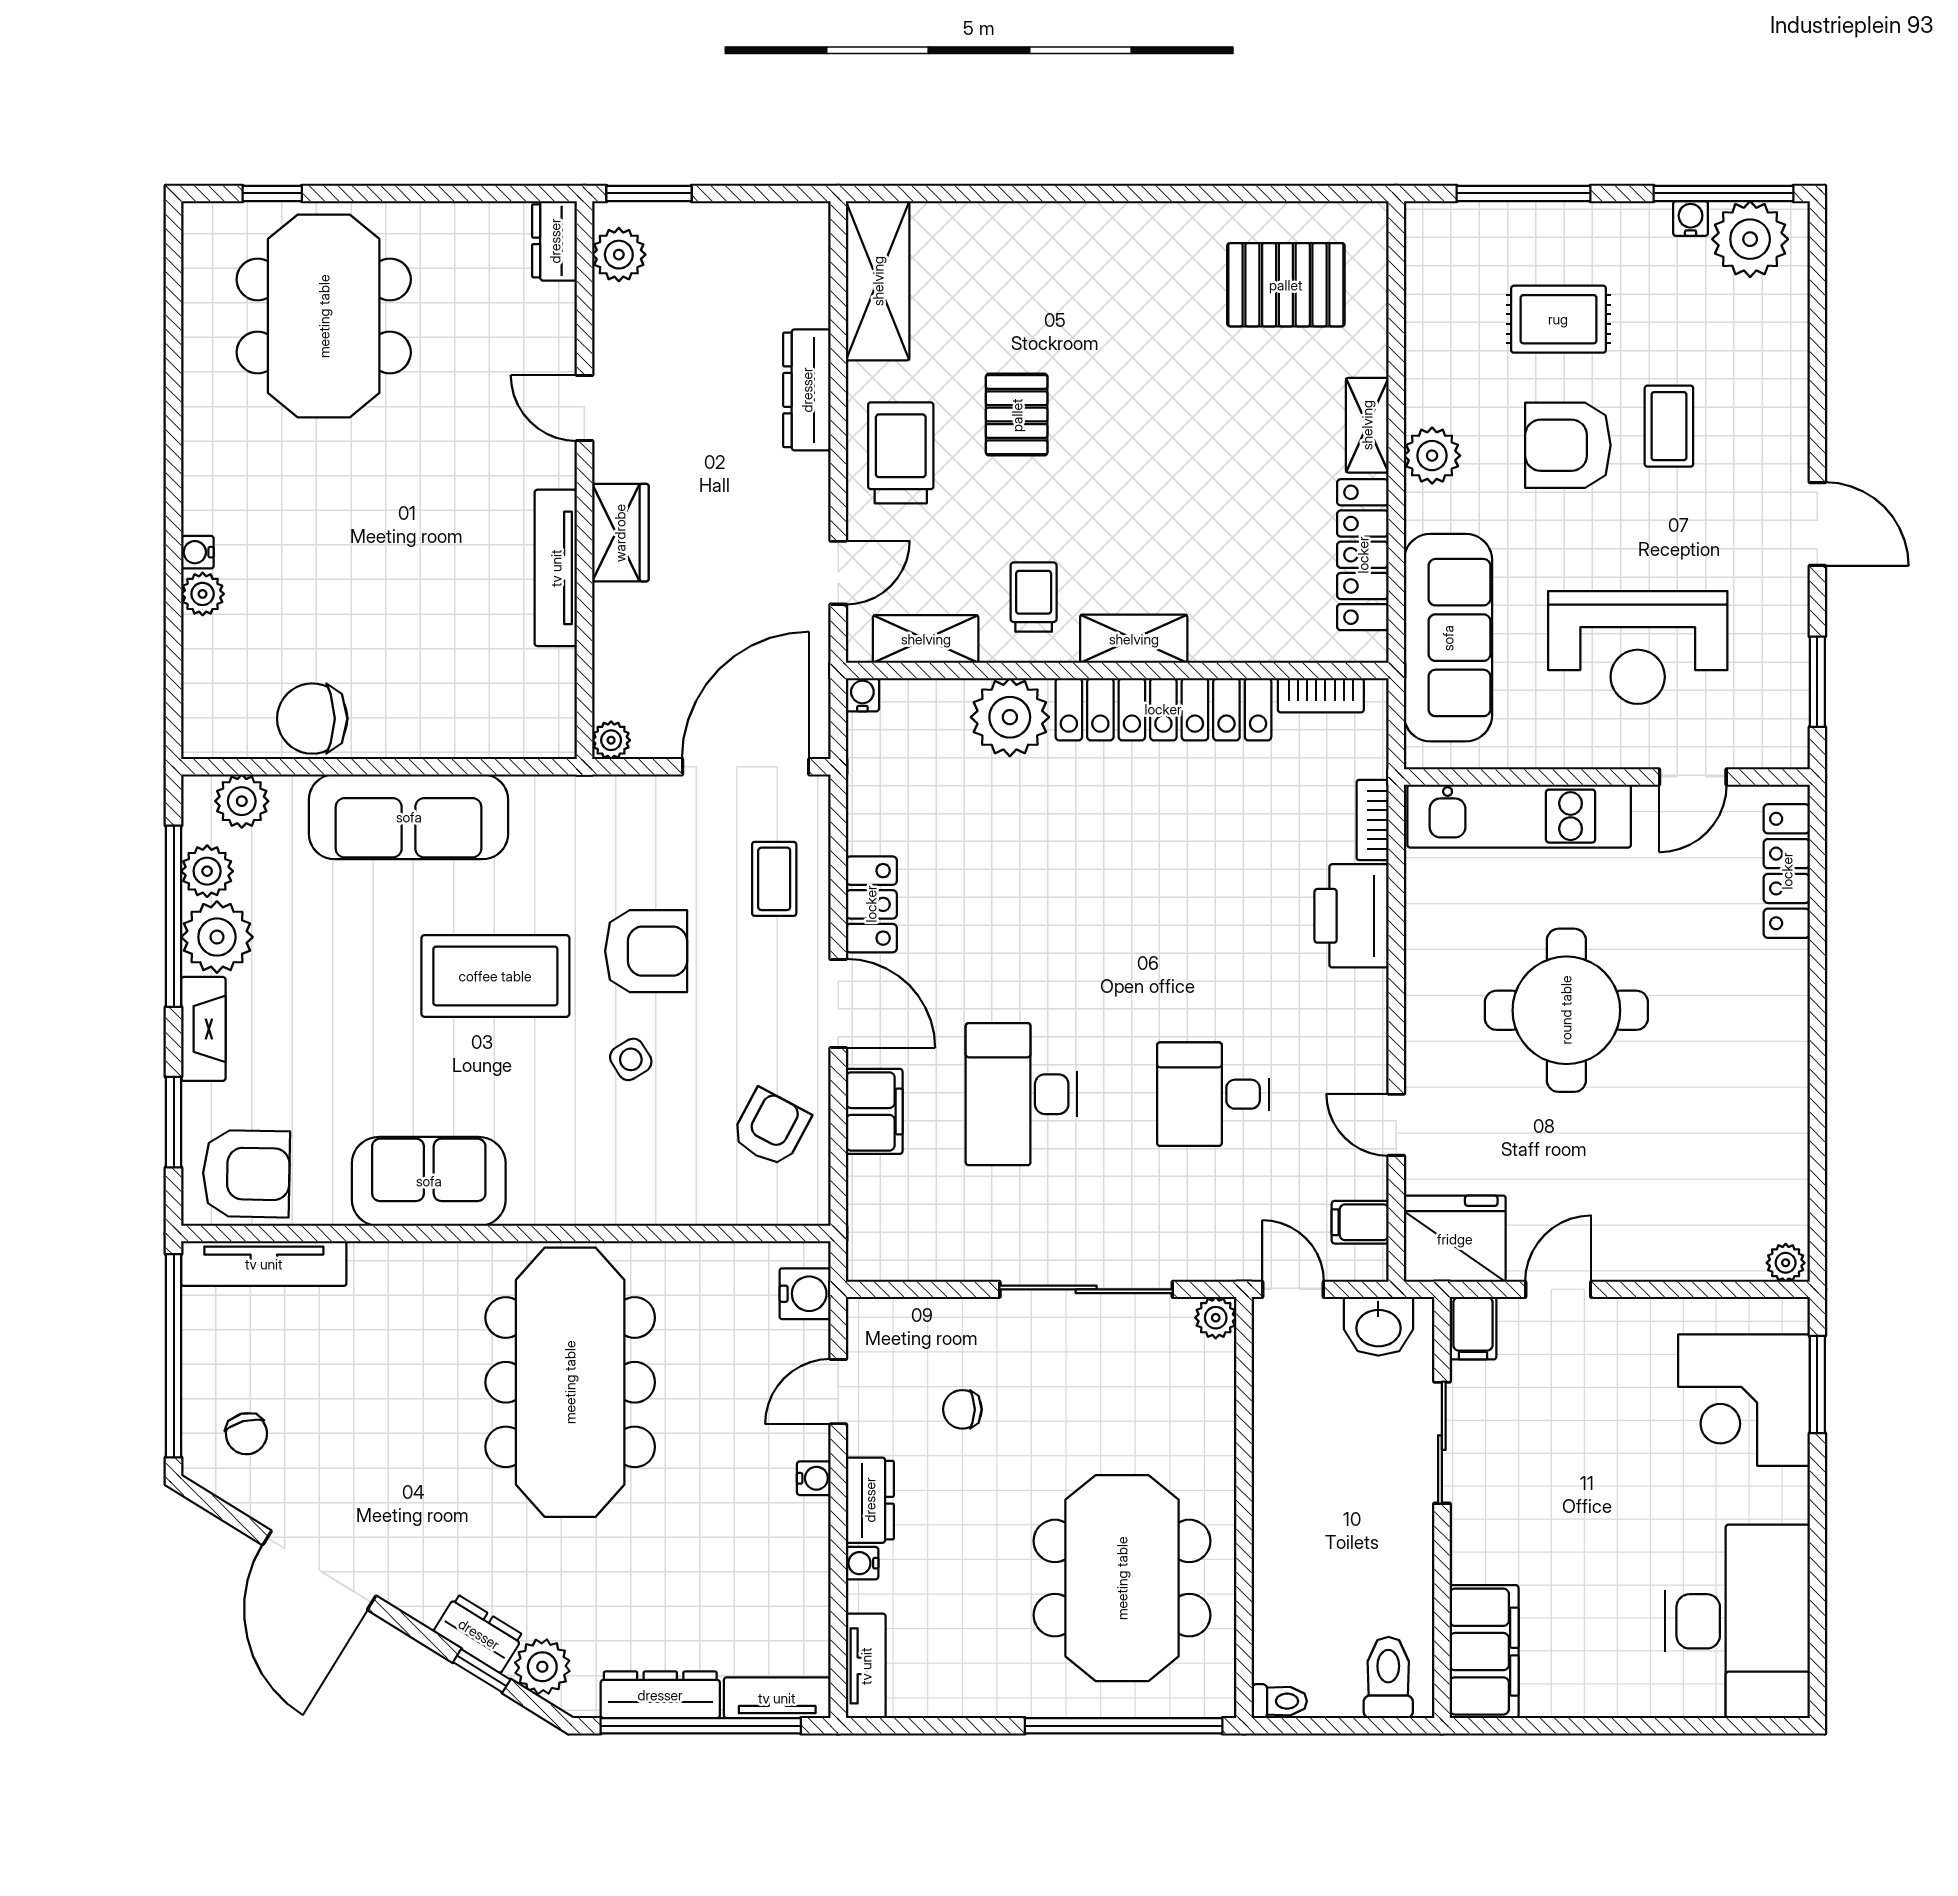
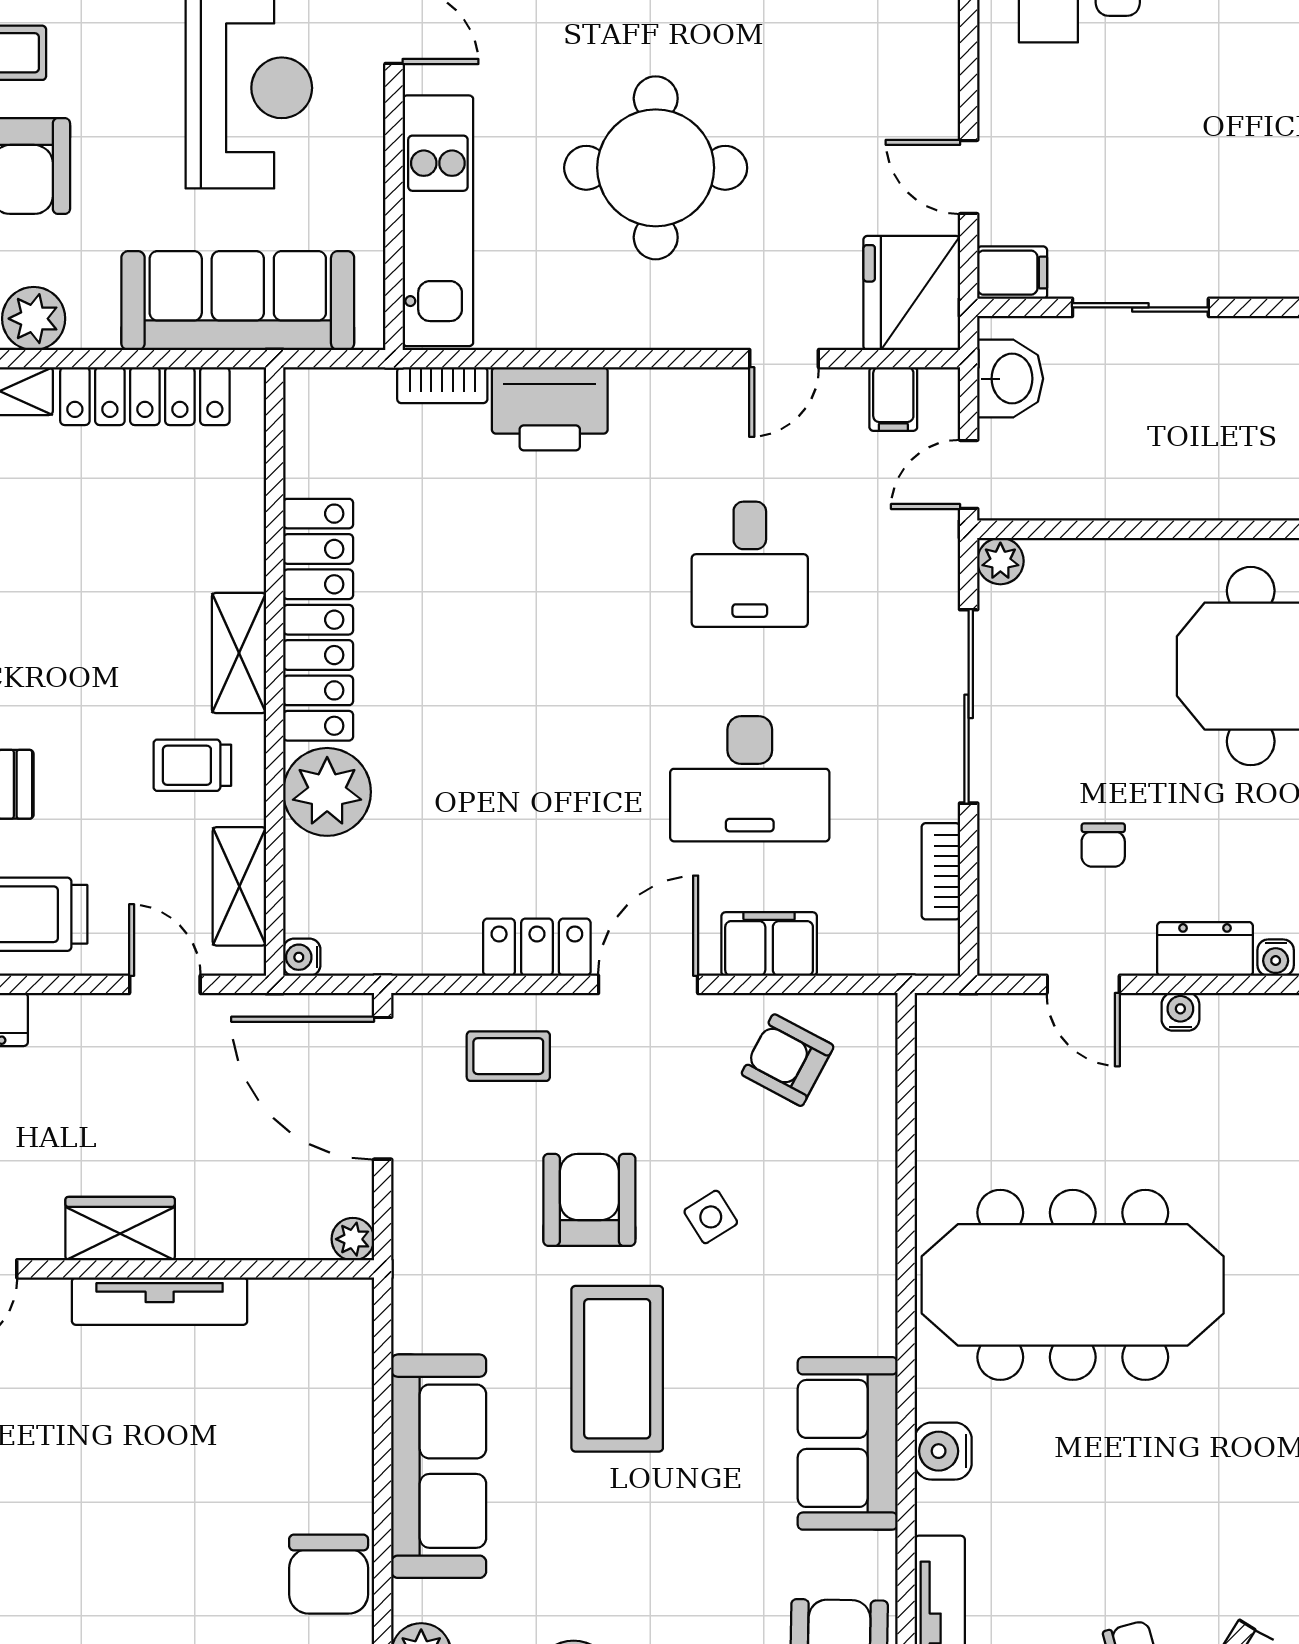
bookcase: (1321, 695) -> (941, 871), moved, turned 180
water cooler: (805, 1294) -> (943, 1451), moved, turned -90

